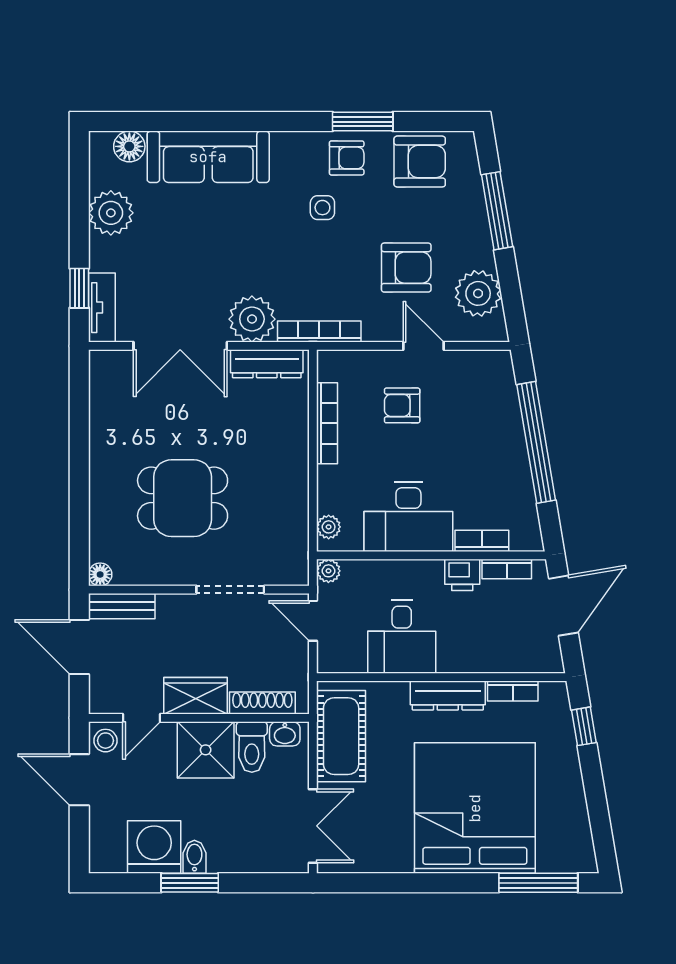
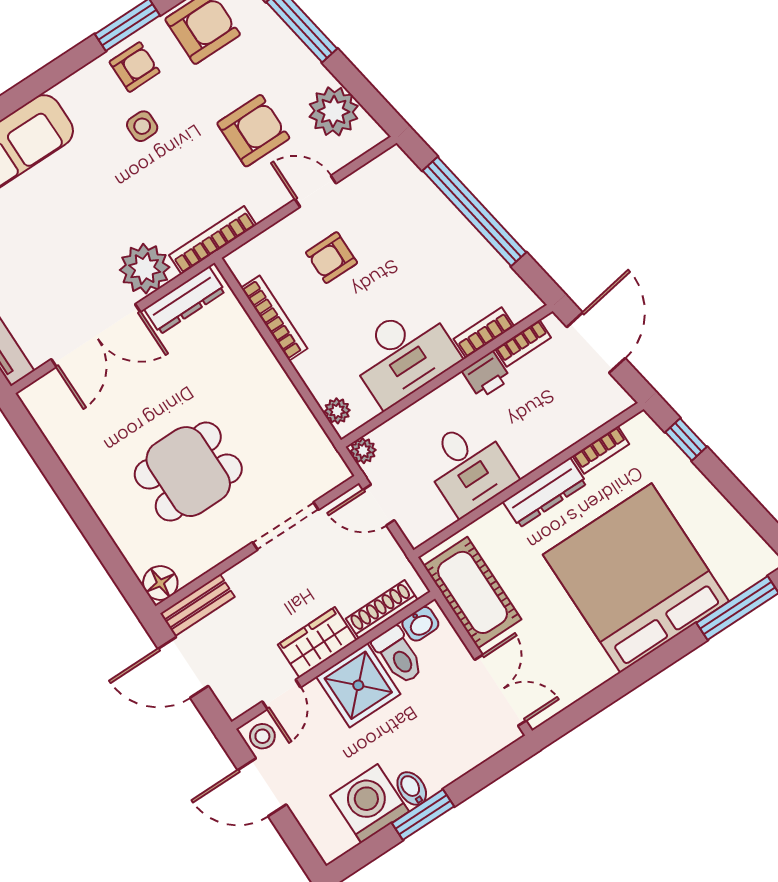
floor lamp: (100, 574) -> (160, 583), width x1.37, depth x1.37

